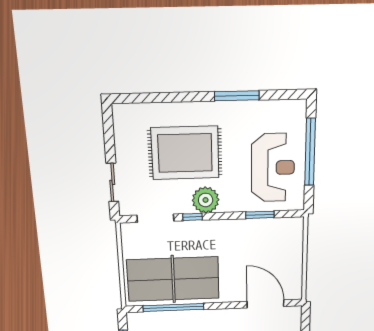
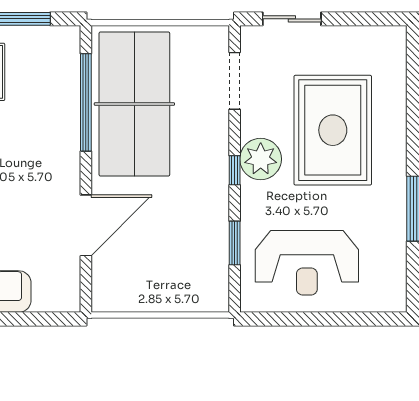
window: (310, 152) -> (329, 319), removed
window: (193, 217) -> (235, 170), moved
door: (265, 304) -> (86, 225), moved

